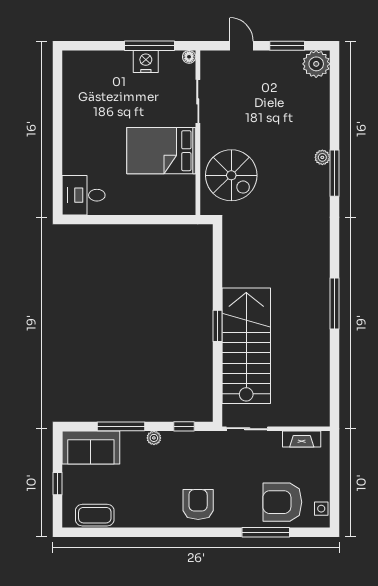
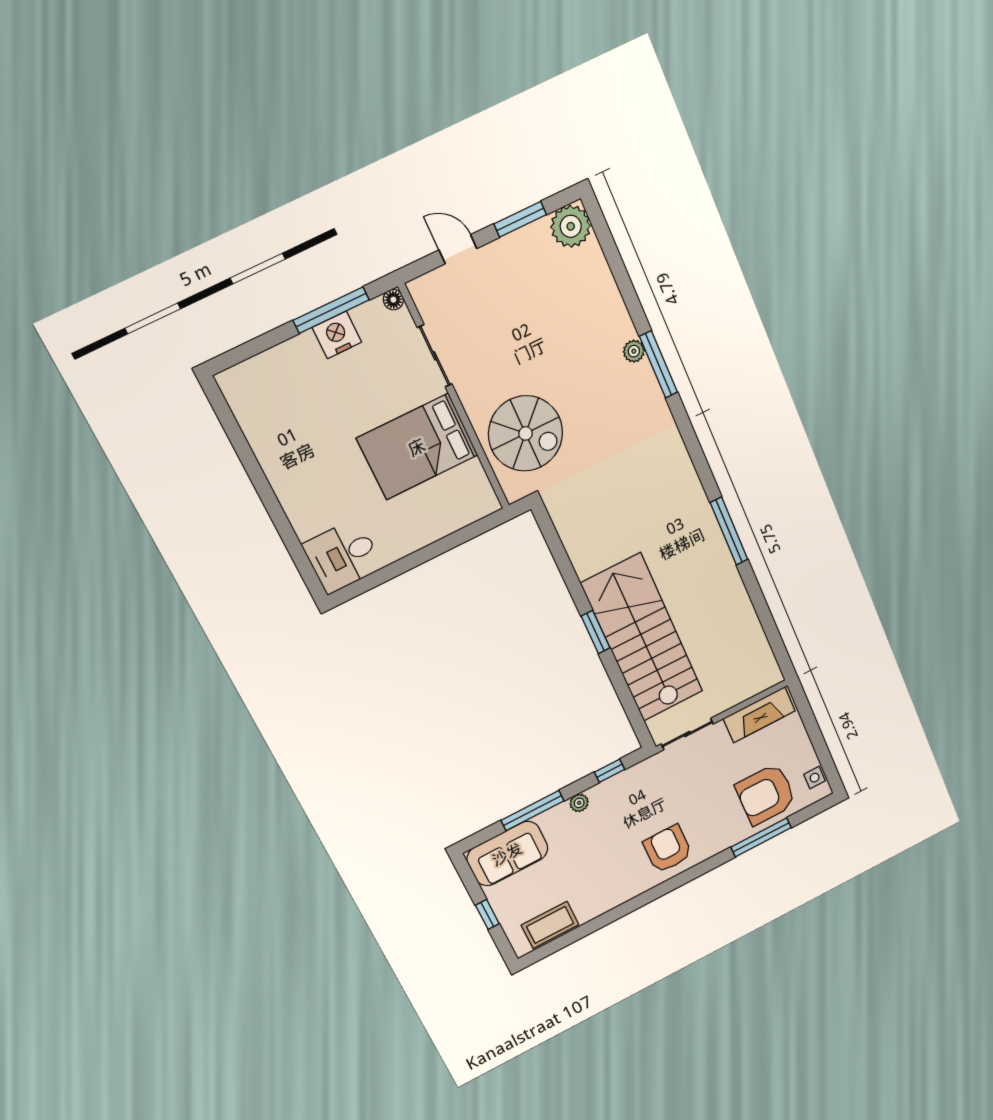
fireplace: (302, 439) -> (759, 715), width x1.37, depth x1.32

